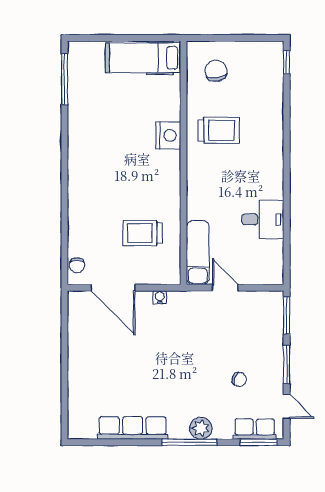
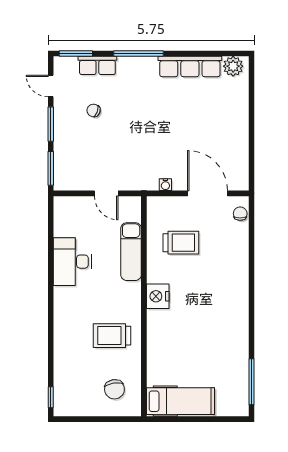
nightstand: (168, 135) -> (158, 296), moved
desk: (263, 219) -> (72, 262), width x1.37
exam couch: (198, 253) -> (131, 252), moved
plant: (201, 428) -> (233, 66), moved
row of seats: (255, 429) -> (97, 65), moved

